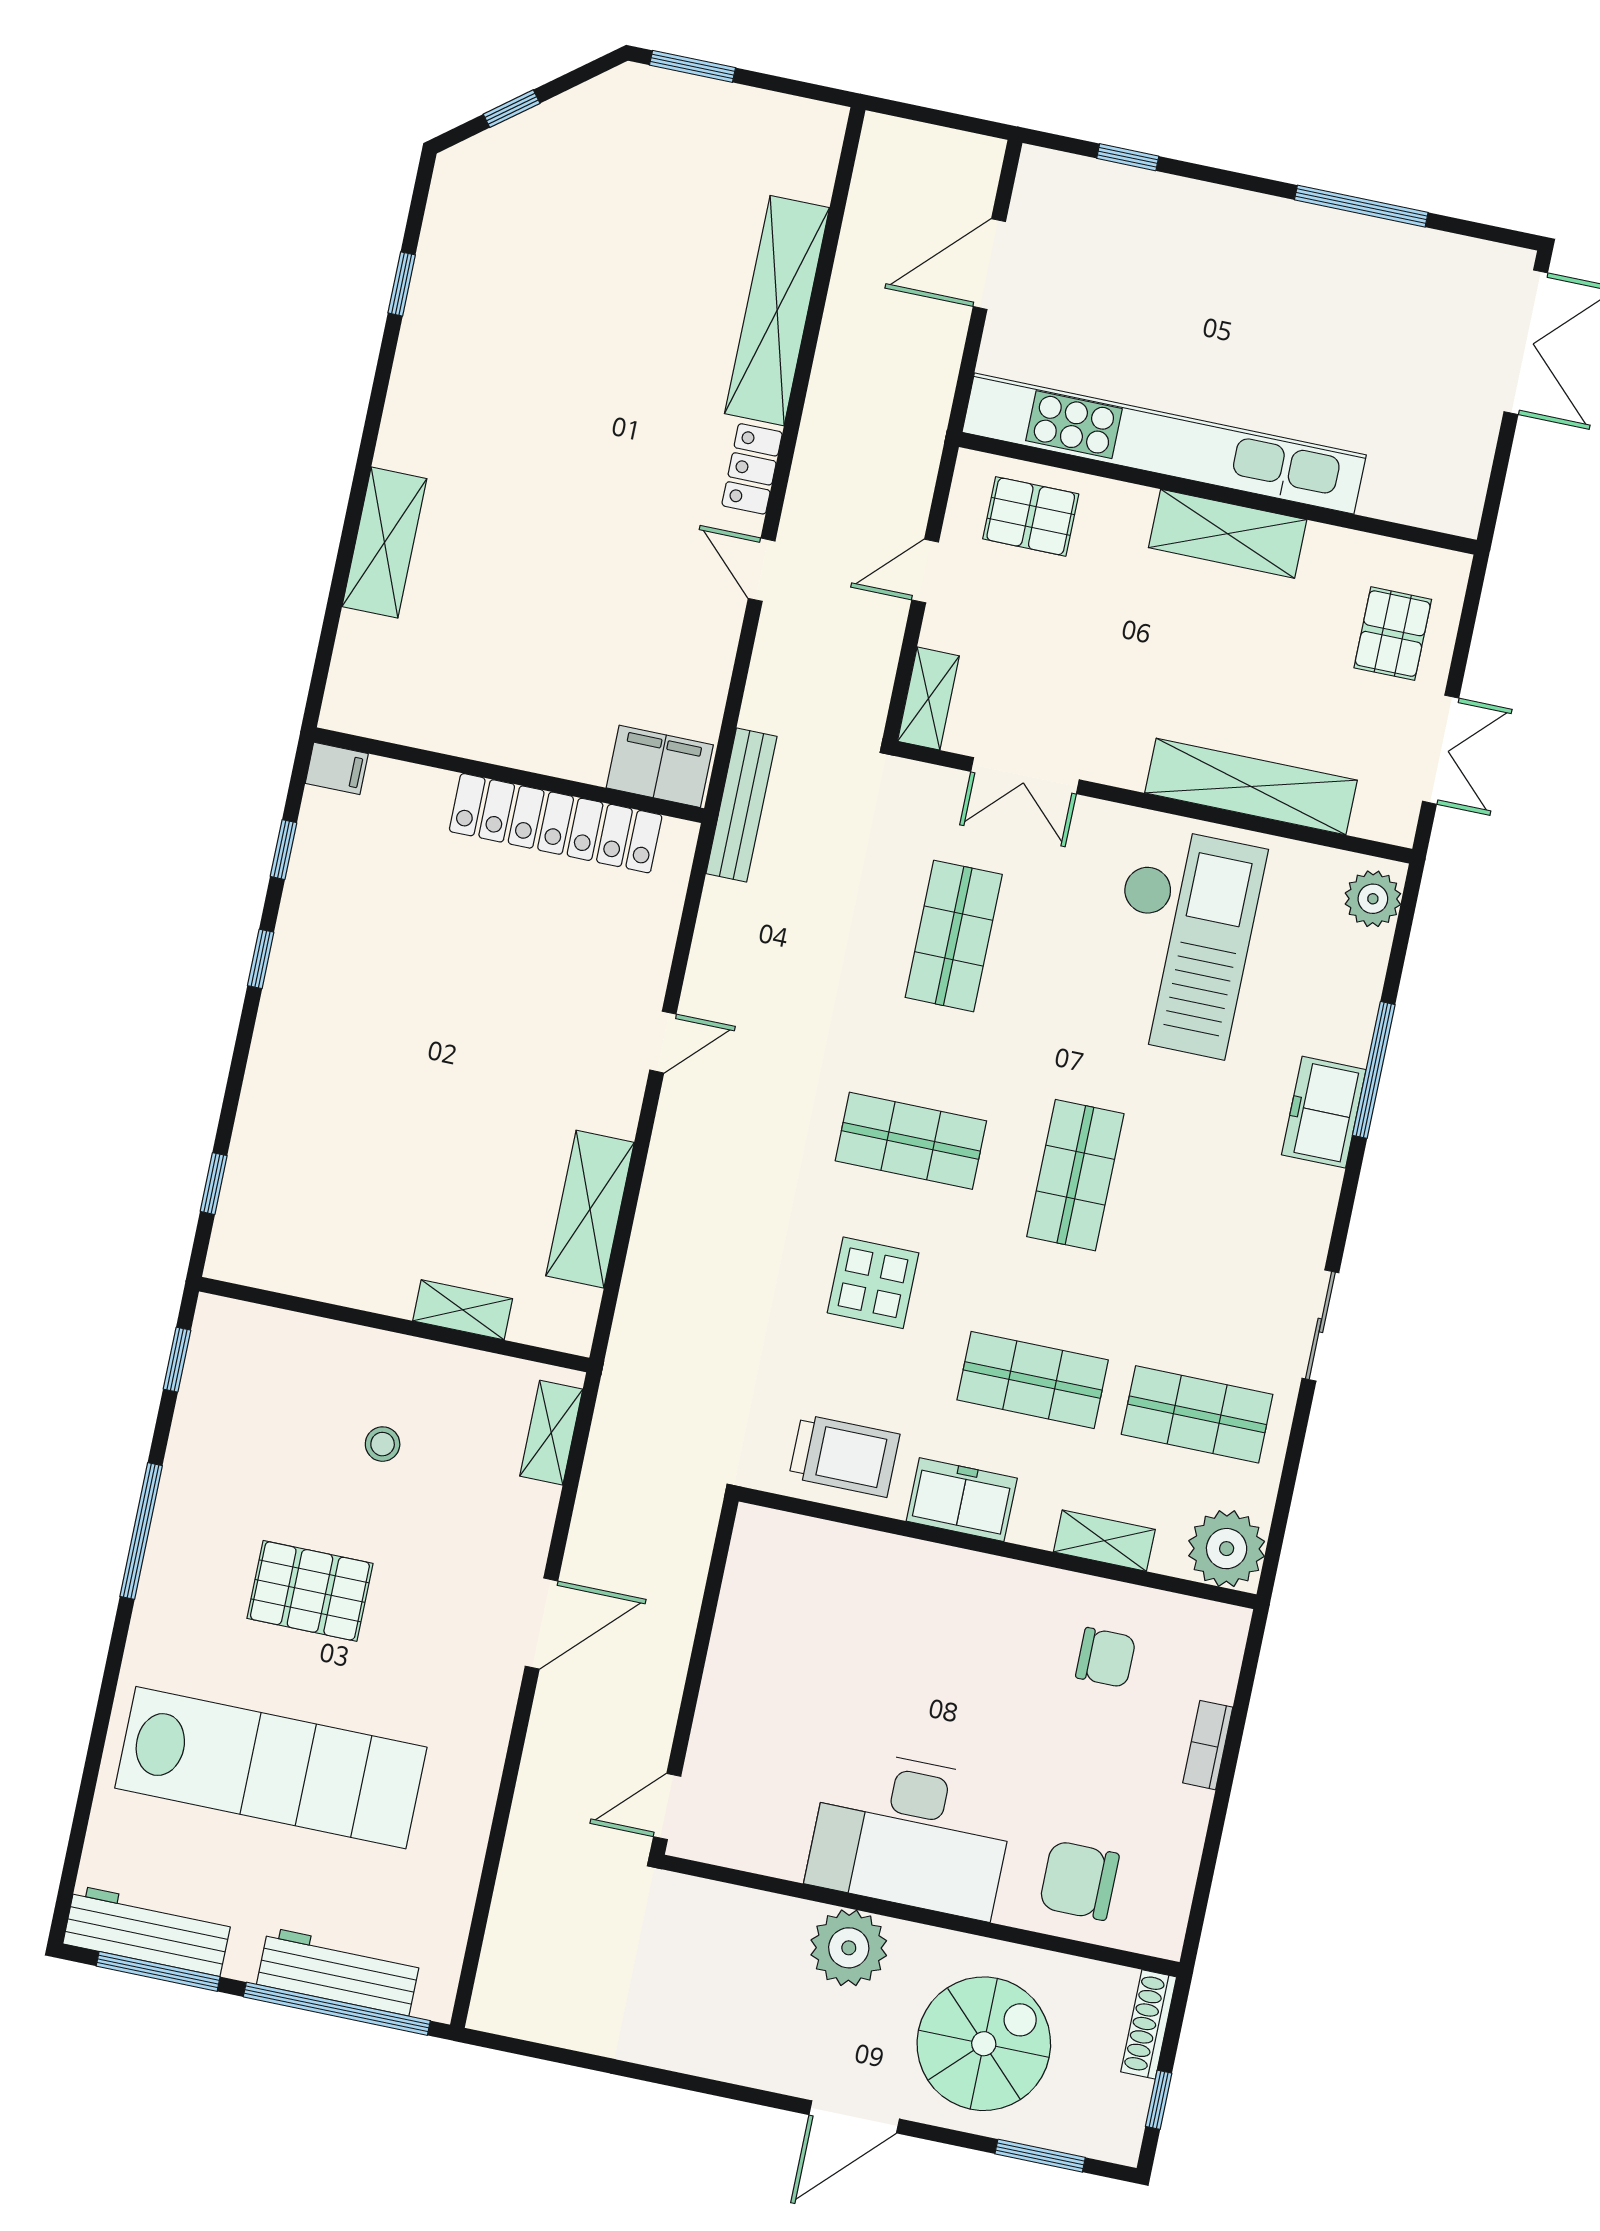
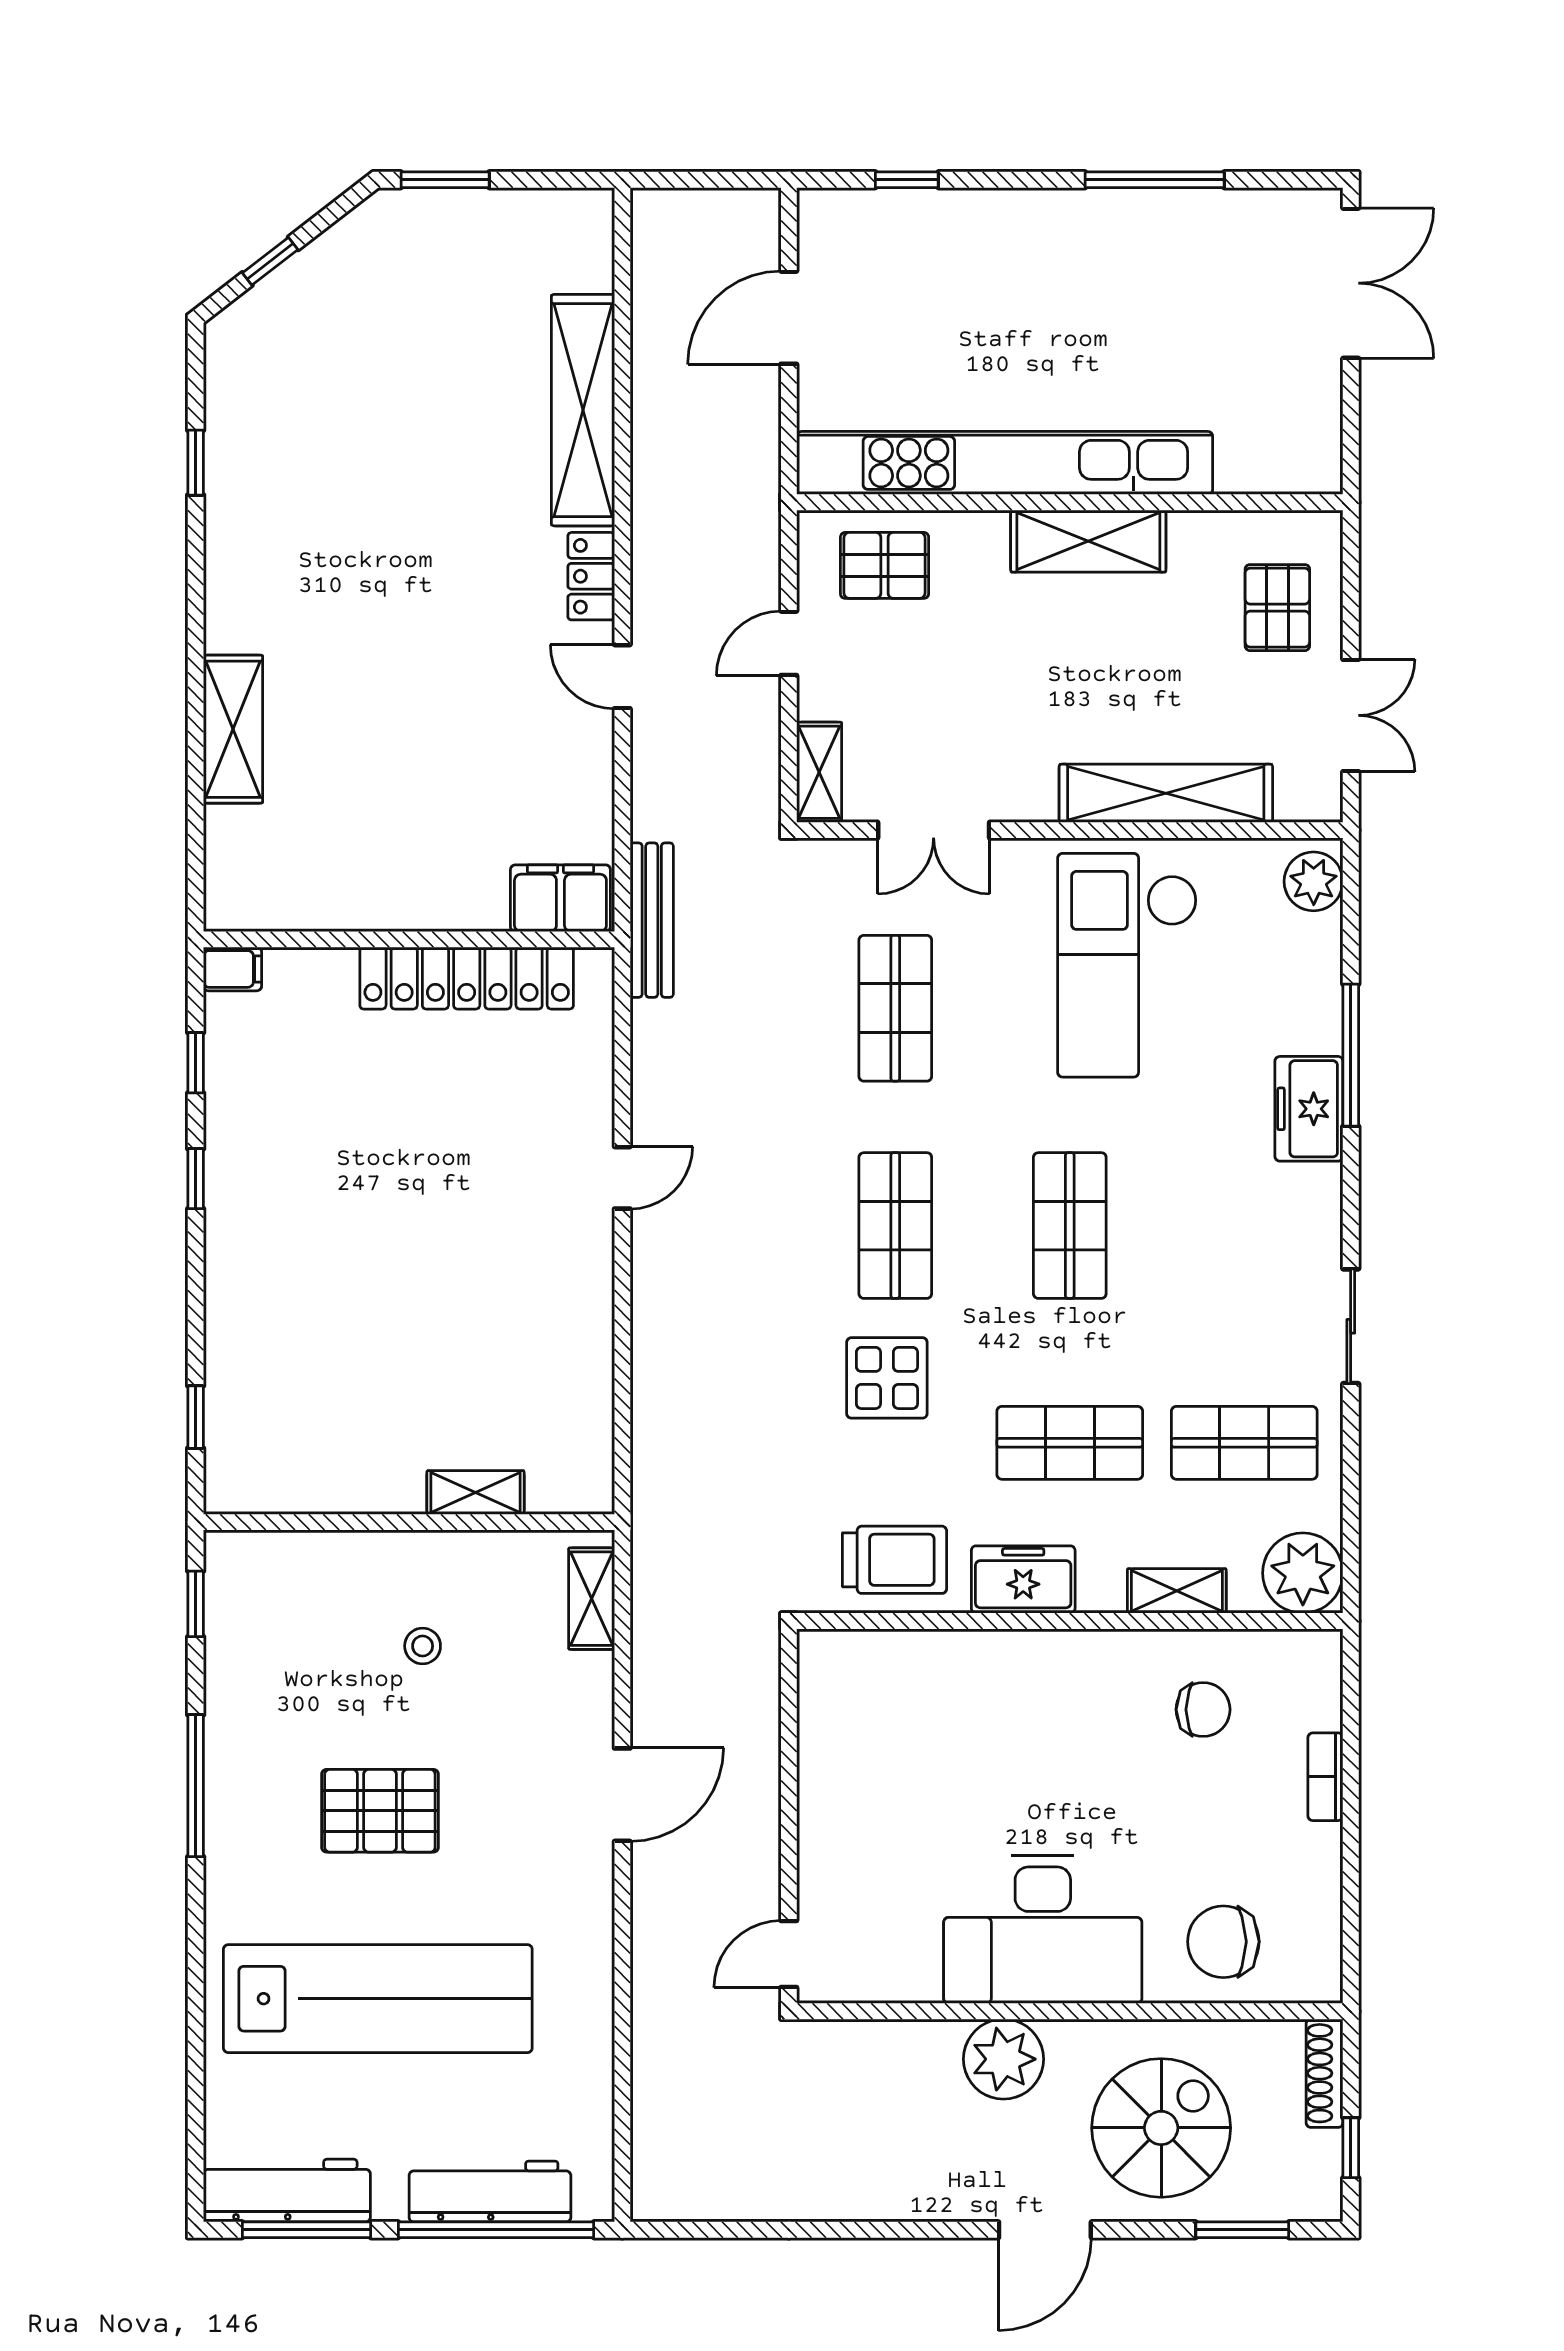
checkout: (1181, 941) -> (1127, 965), turned 180
shop shelf: (911, 1141) -> (895, 1226), turned 90
shelving: (590, 1209) -> (584, 1363), removed

